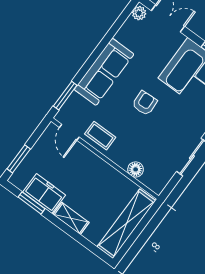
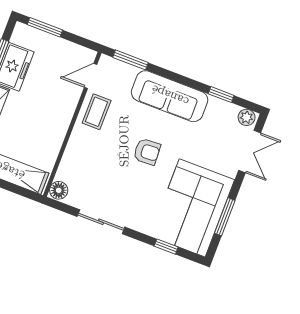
window: (114, 29) -> (221, 95), added
floor lamp: (136, 169) -> (59, 190), moved

